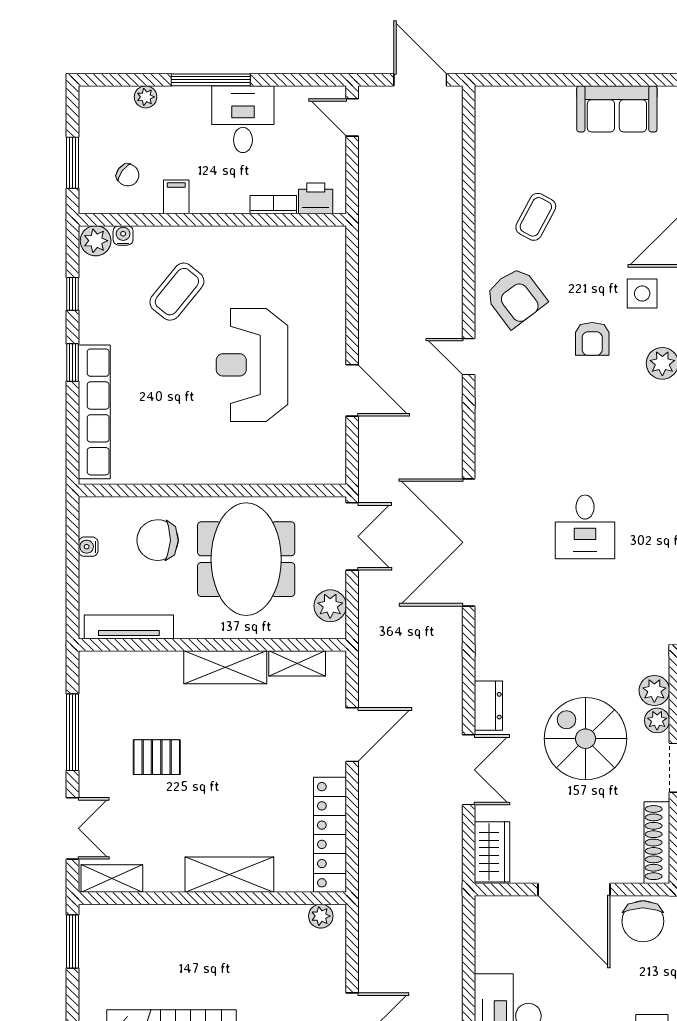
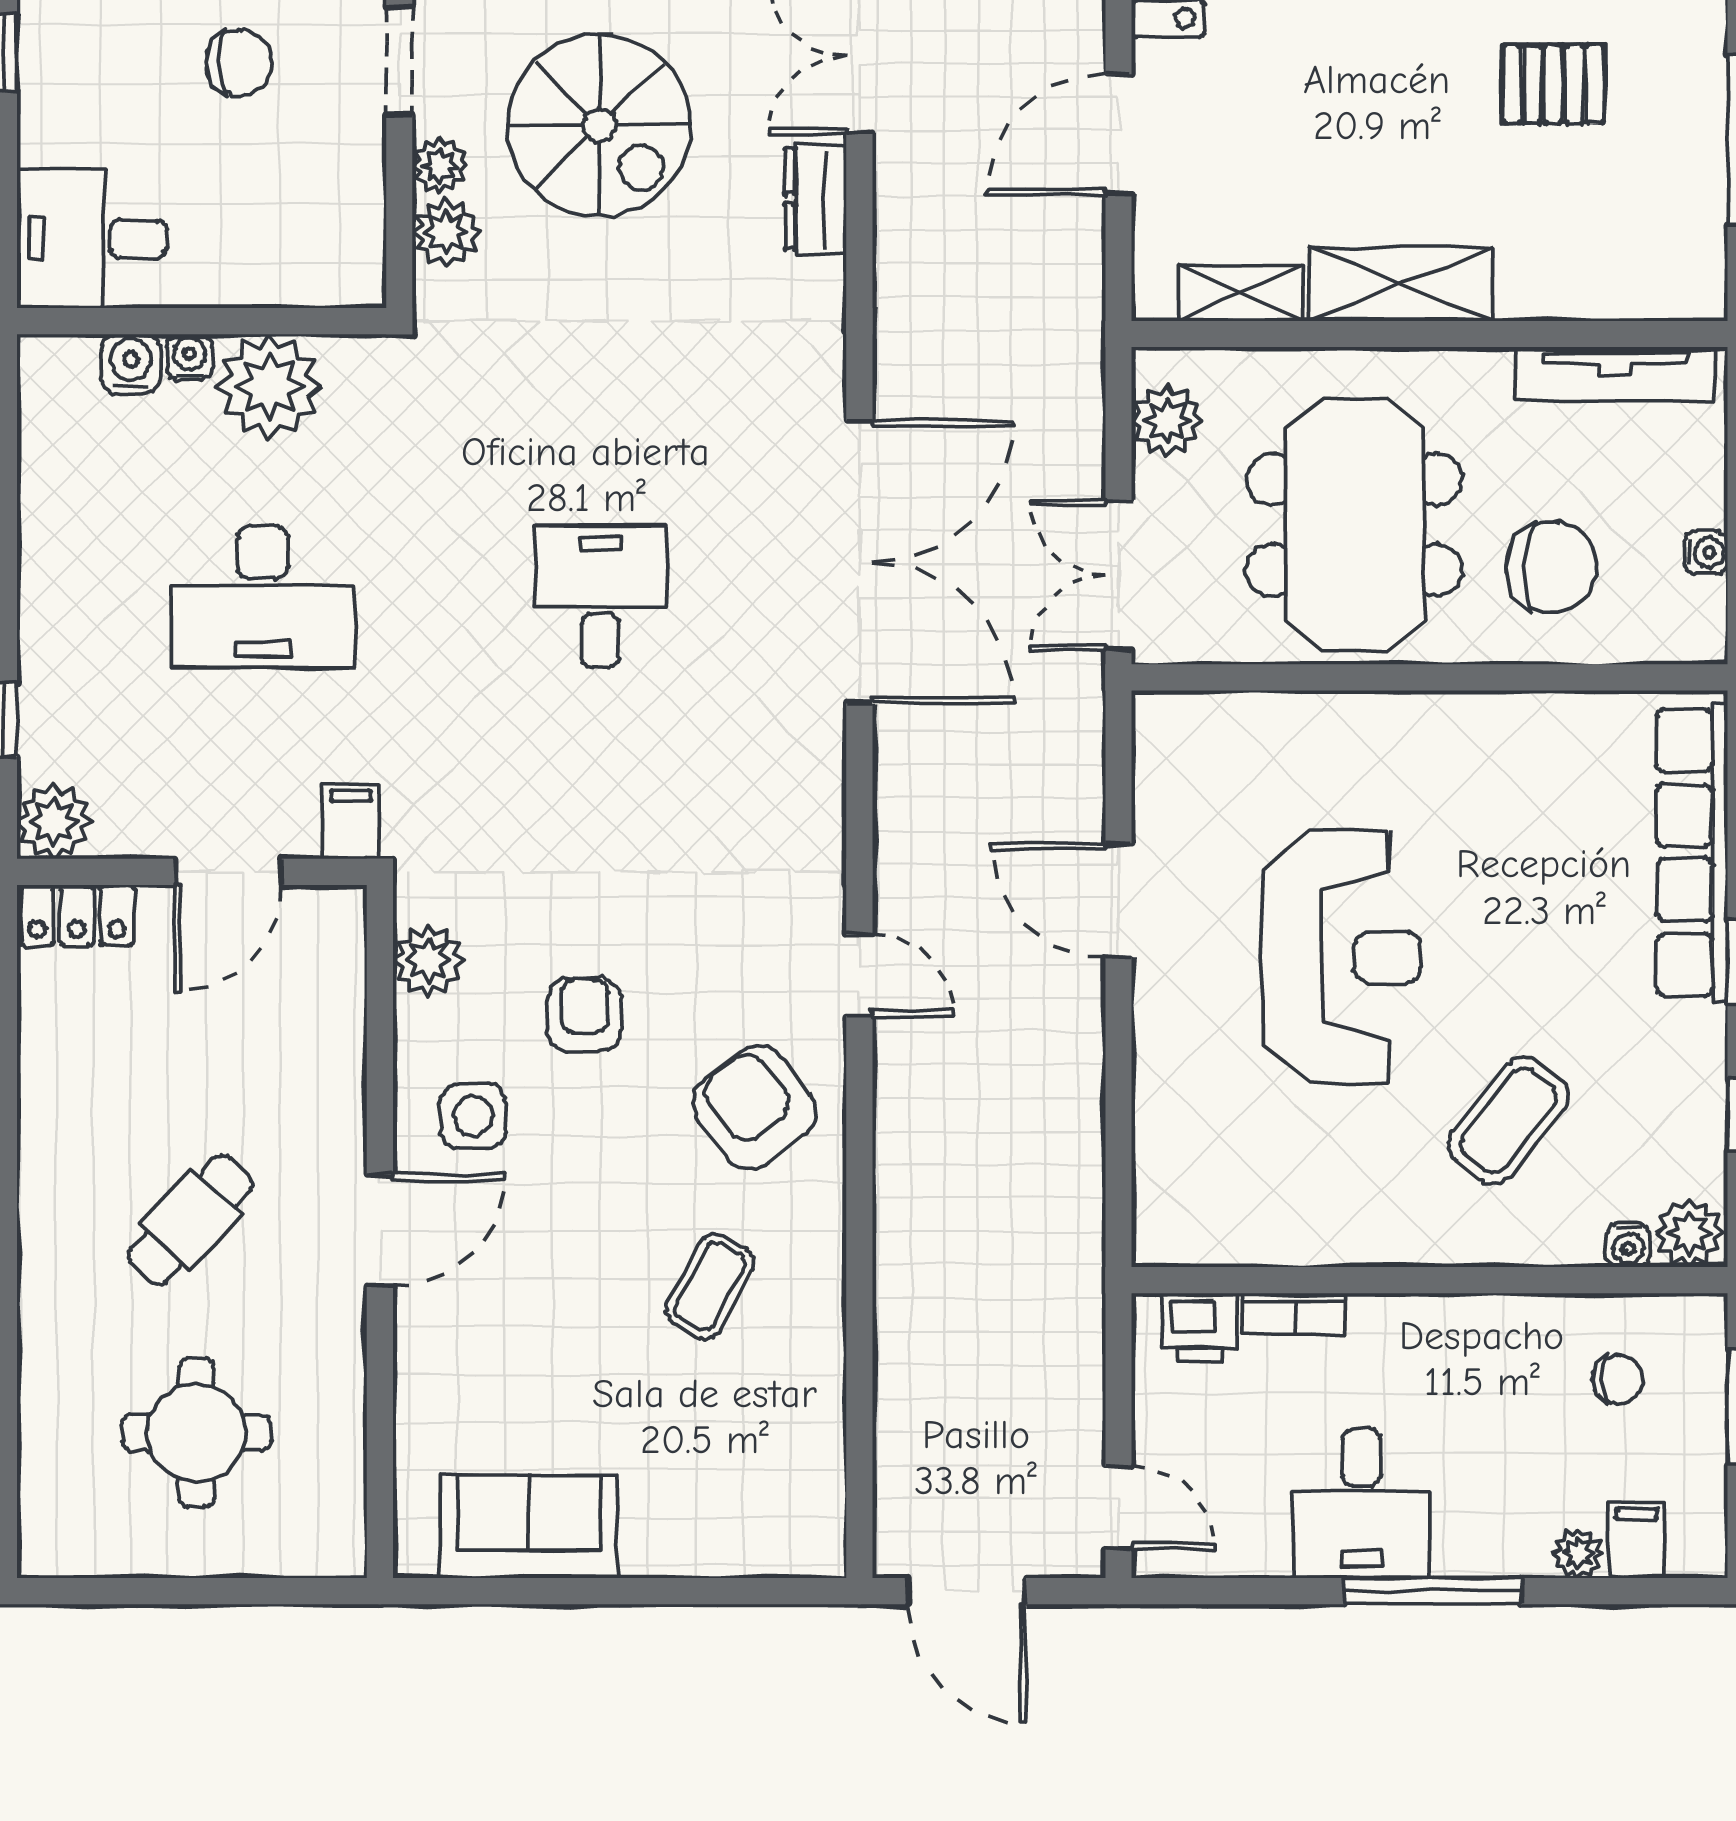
chair: (128, 175) -> (1618, 1379), turned 143
filing cabinet: (176, 197) -> (1636, 1540), moved, turned 180

